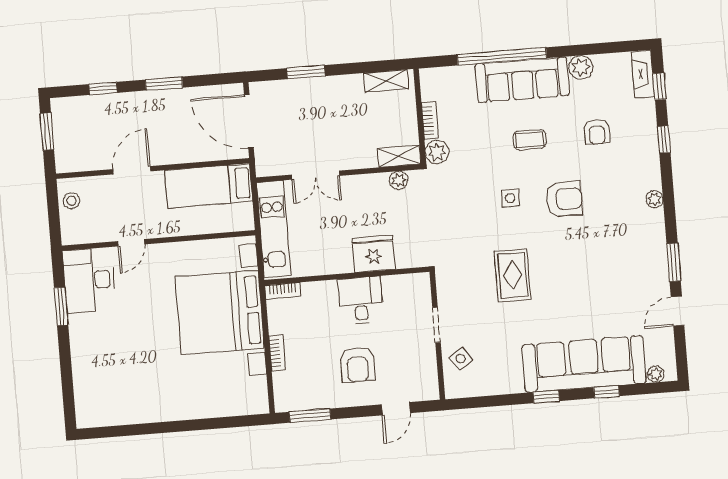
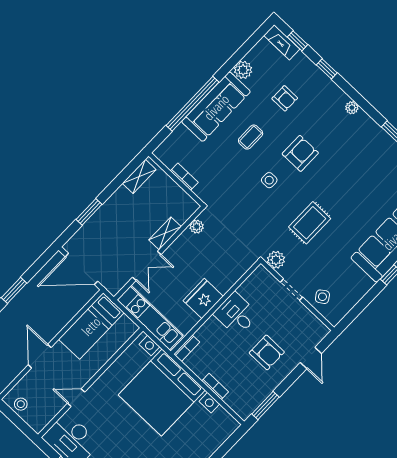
plant: (437, 152) -> (276, 260), moved
shelving: (399, 156) -> (165, 233), moved
door: (131, 243) -> (76, 398), swing flipped
fridge: (373, 254) -> (203, 298), moved
rug: (513, 275) -> (310, 223), turned 90

